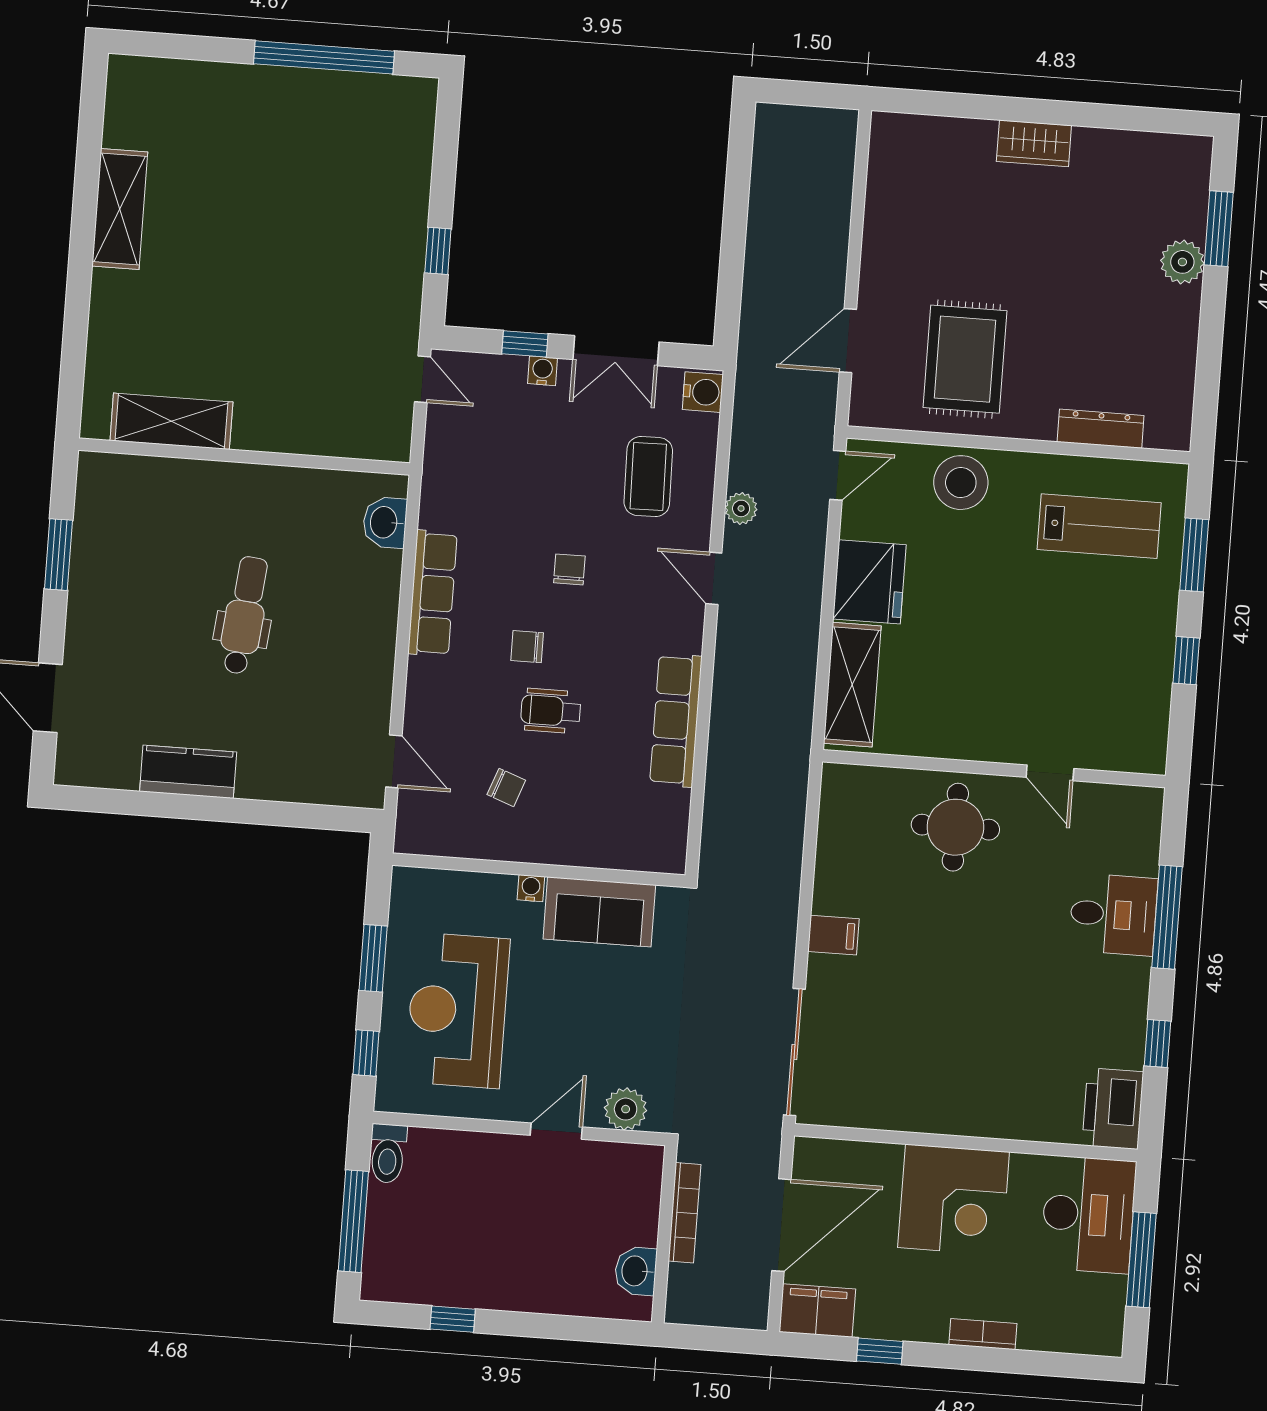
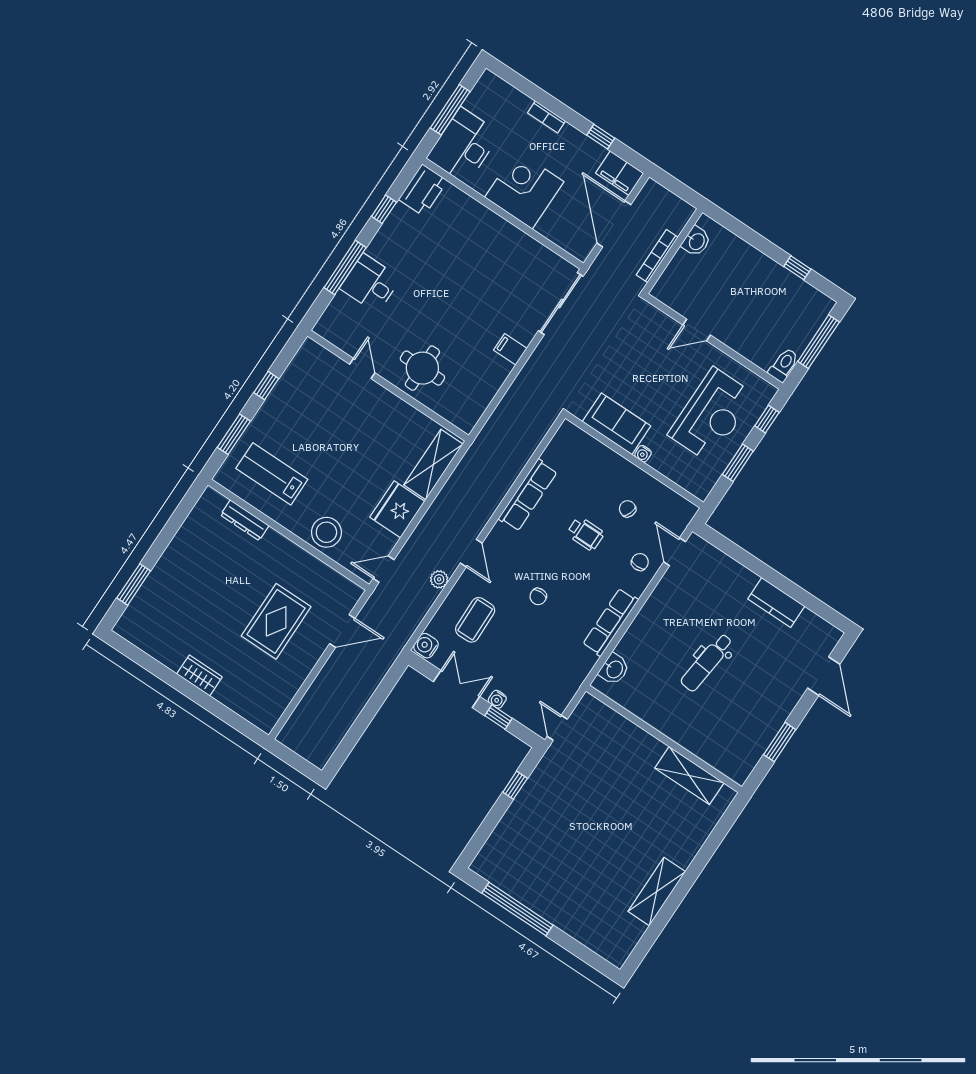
plant: (1182, 262) -> (160, 578), removed
rug: (965, 359) -> (276, 621), moved
chair: (527, 647) -> (640, 562), moved, turned -90
plant: (626, 1109) -> (657, 322), removed
door: (781, 1225) -> (614, 224), hinge flipped

